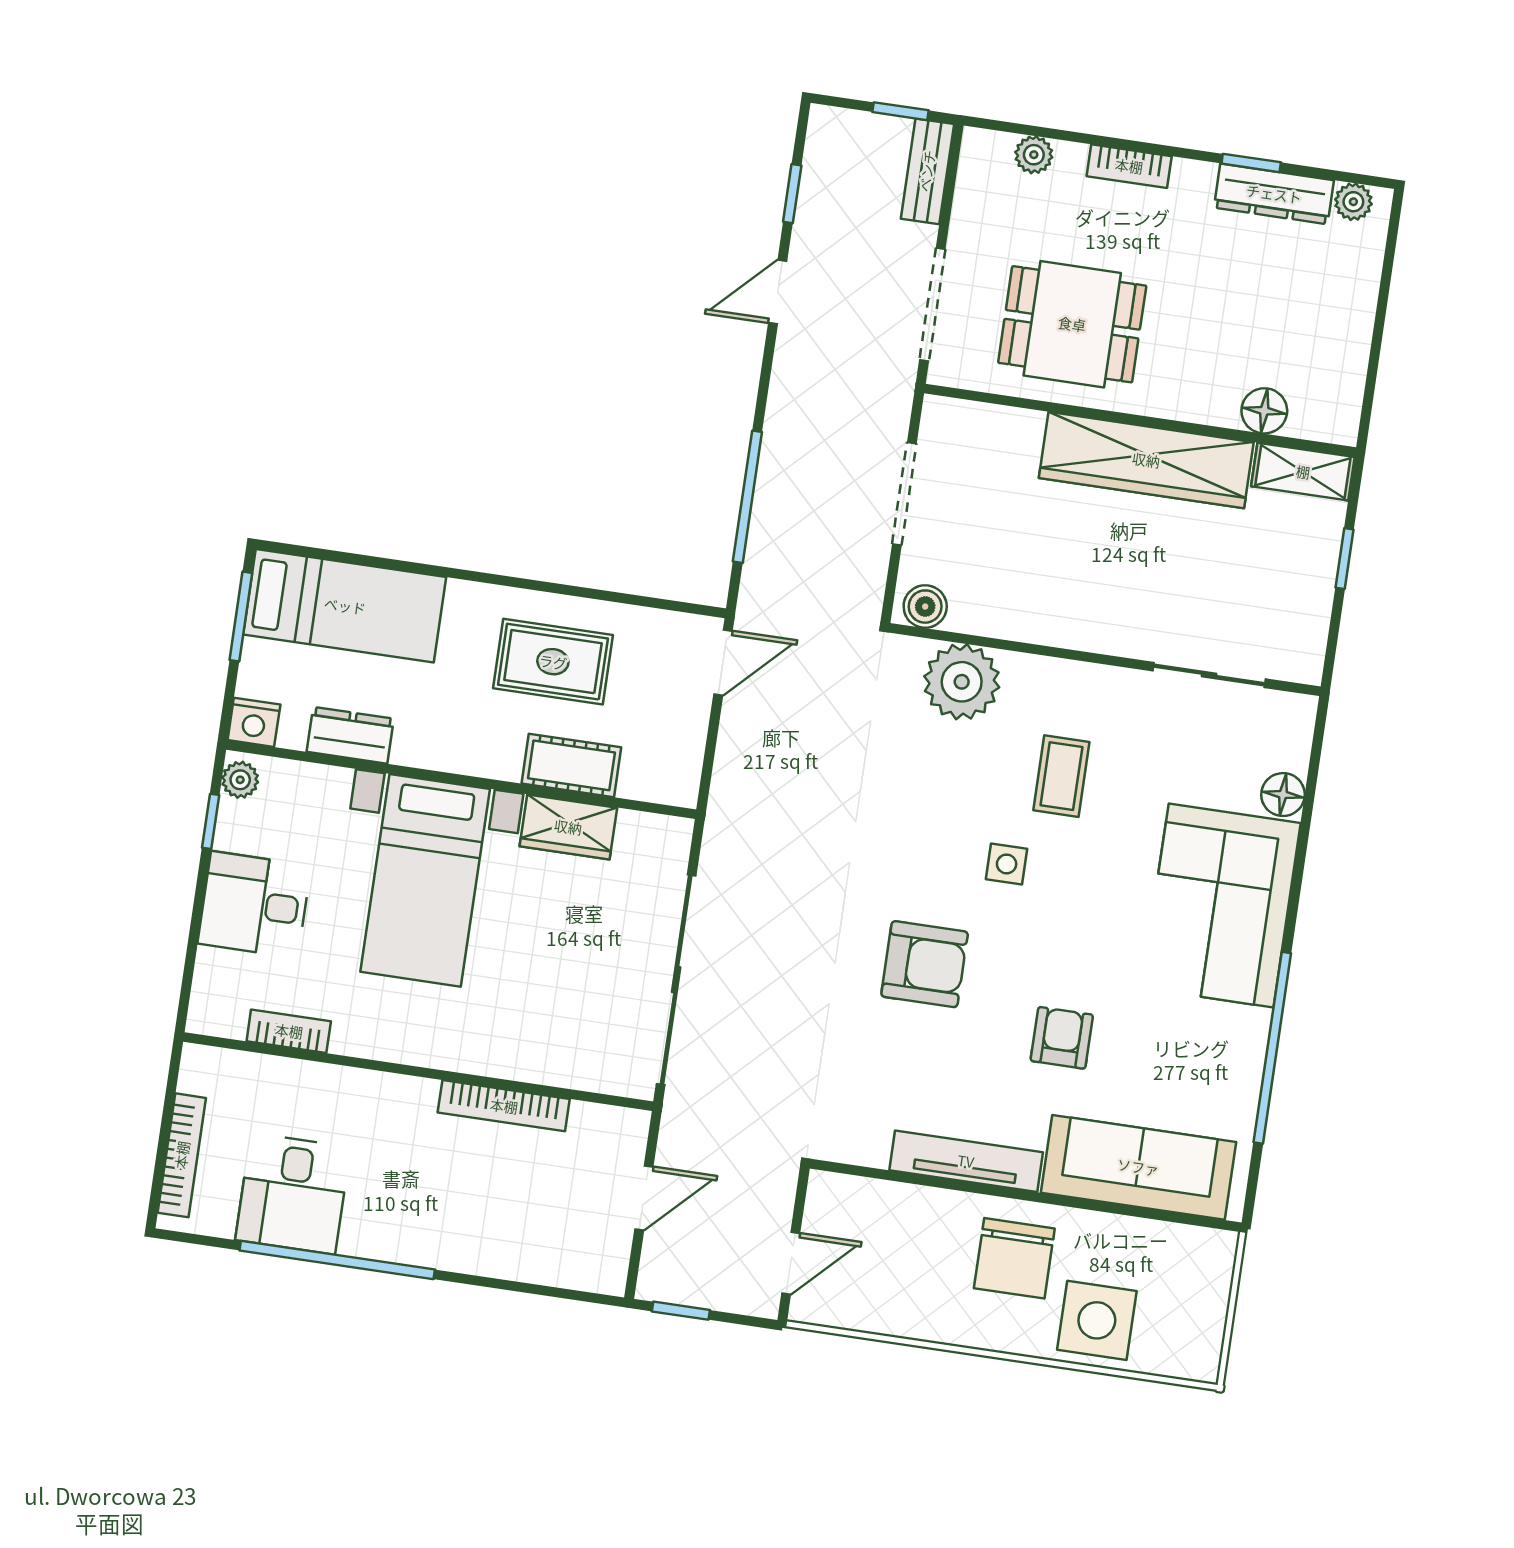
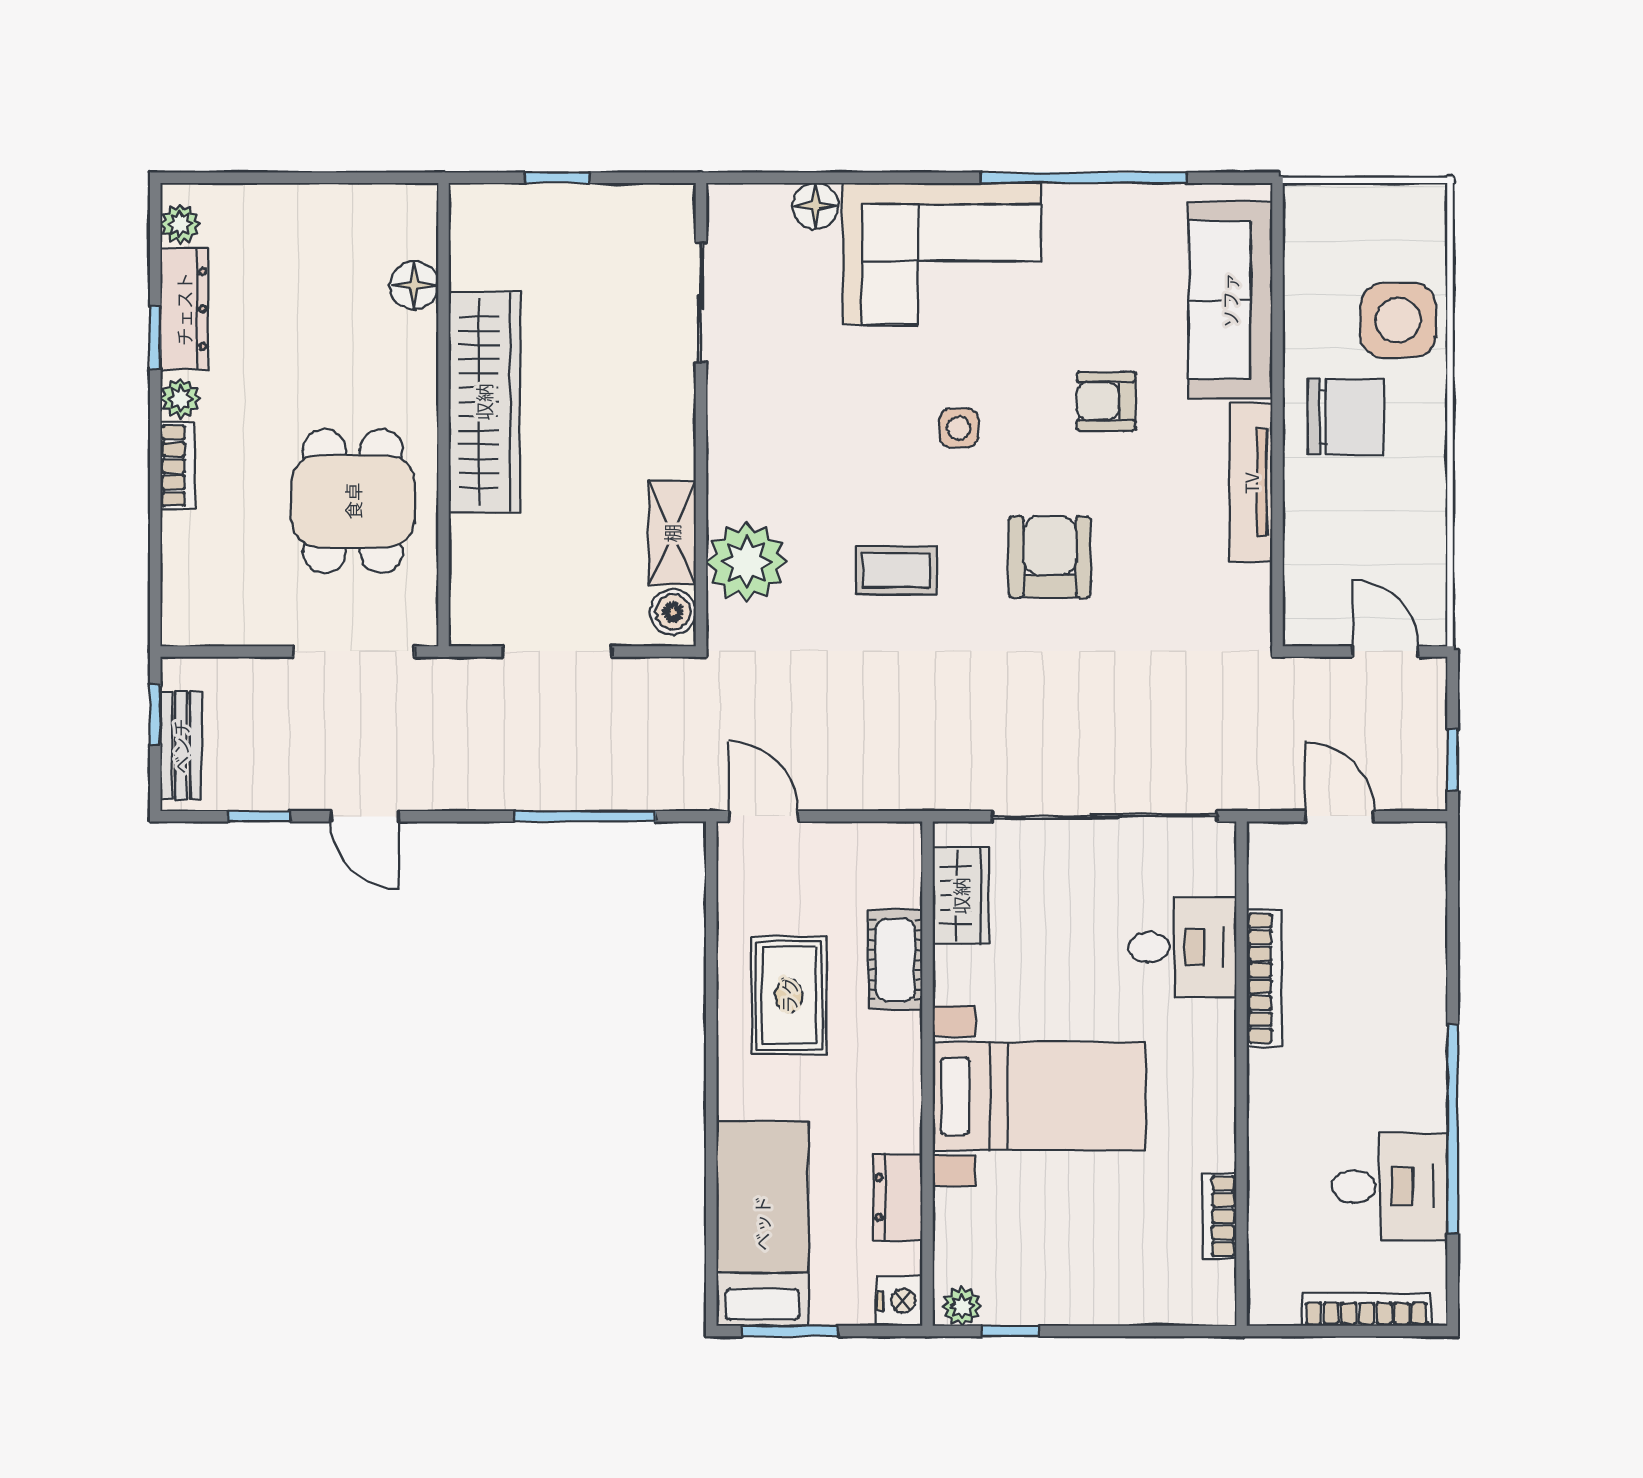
plant: (1034, 155) -> (180, 398), moved
bench: (927, 171) -> (181, 746), moved, turned 90
shelving: (1303, 472) -> (672, 533), moved
coffee table: (1061, 776) -> (896, 570), moved
wardrobe: (568, 827) -> (961, 896), moved
side table: (1007, 864) -> (959, 428), moved
desk: (255, 905) -> (1182, 947), moved, turned -90

